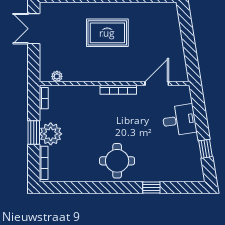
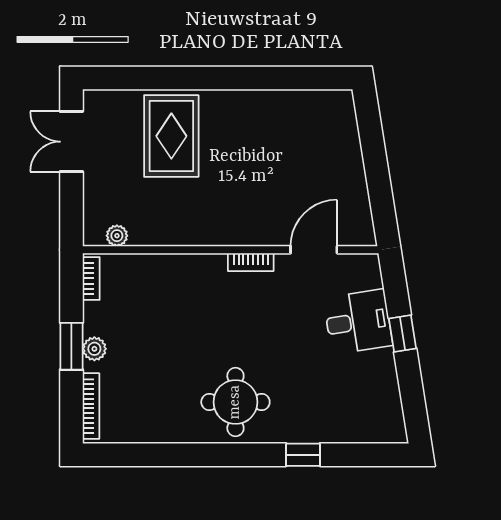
rug: (107, 33) -> (171, 136), moved, turned 90
bookcase: (118, 90) -> (251, 262), width x0.64
plant: (51, 134) -> (94, 349), width x0.53, depth x0.53
window: (206, 149) -> (403, 333), moved

